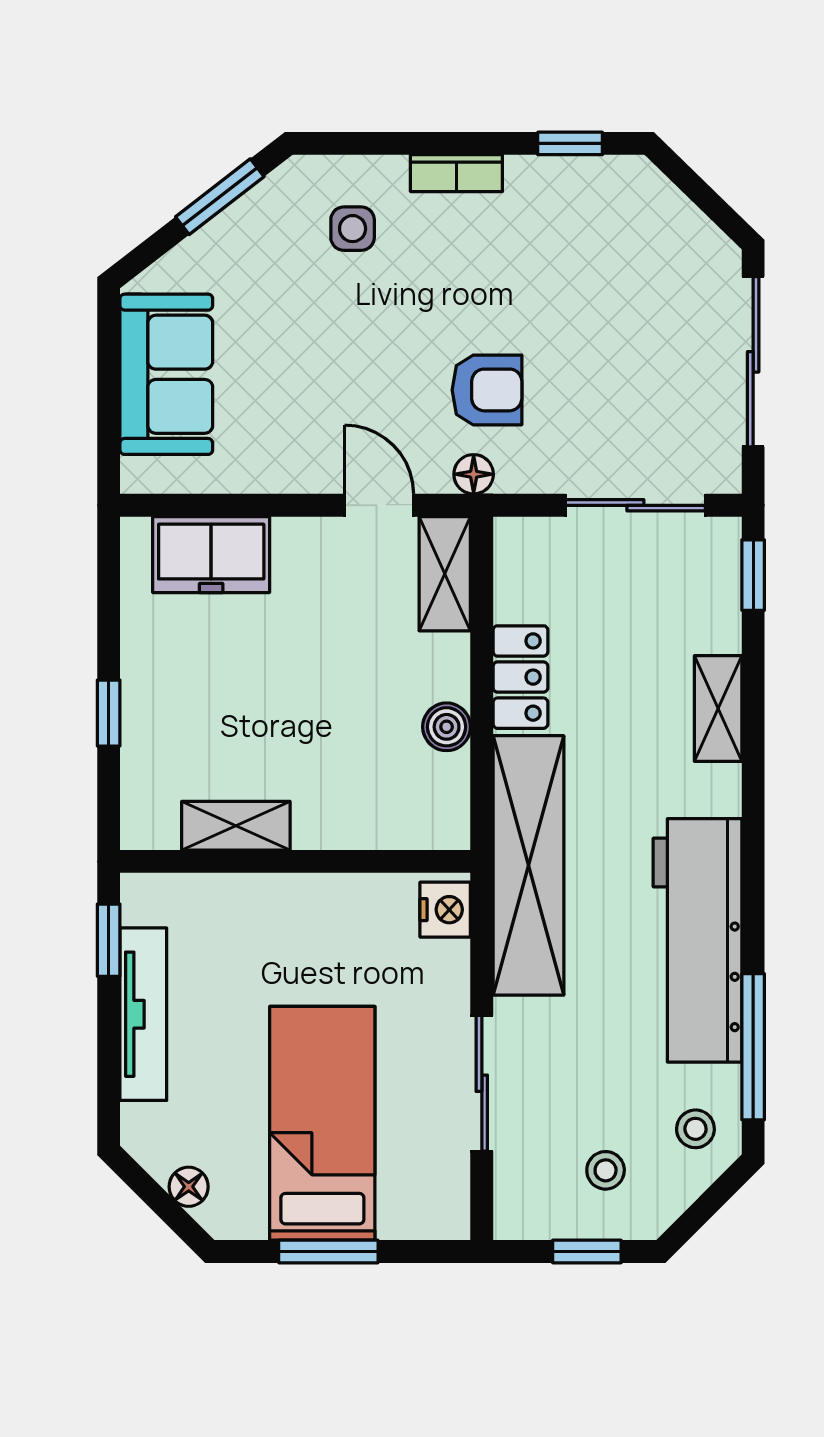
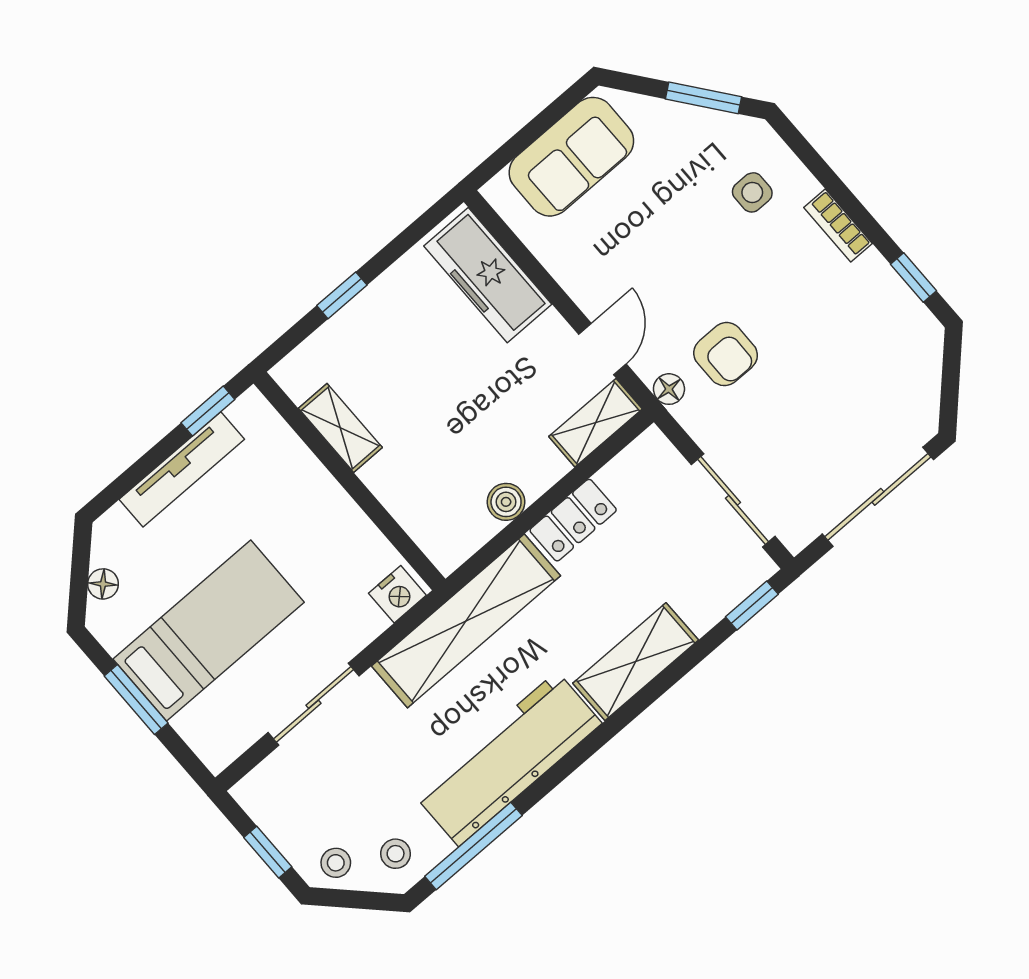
freezer: (211, 555) -> (488, 275), width x1.40
shelving: (718, 708) -> (636, 662), width x1.50, depth x1.33
stool: (606, 1170) -> (336, 863), moved

